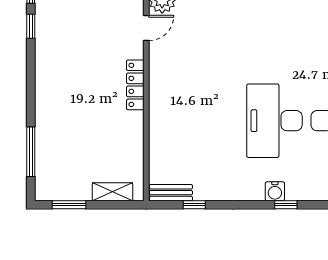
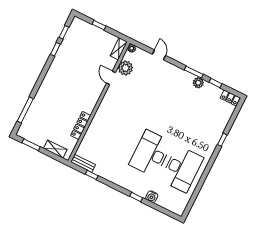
door: (146, 28) -> (111, 78), swing flipped
locker: (135, 85) -> (81, 126), moved
water cooler: (275, 191) -> (152, 197), moved

